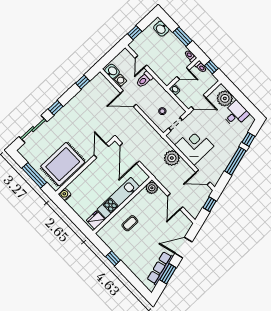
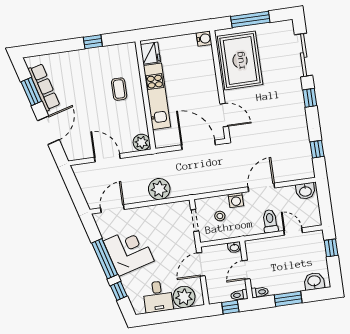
washing machine: (120, 81) -> (236, 200), moved
corner desk: (194, 146) -> (129, 251), moved, turned -106
window: (210, 204) -> (77, 195), removed

